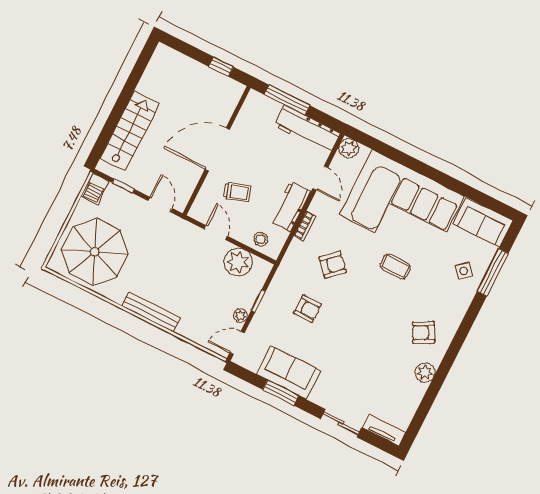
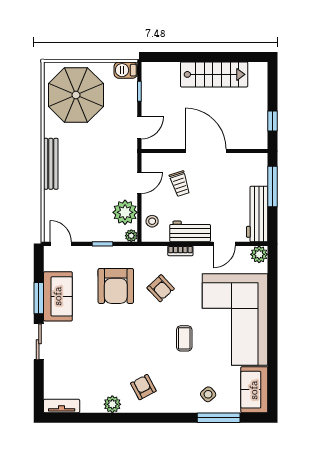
stairs: (130, 131) -> (214, 74), moved
armchair: (308, 309) -> (116, 286), width x1.88, depth x1.88
plant: (241, 316) -> (131, 236), moved
sliding door: (341, 423) -> (39, 342), moved
tv unit: (384, 430) -> (62, 406), moved, turned -90

